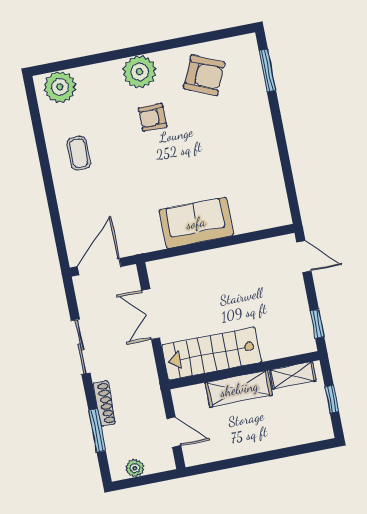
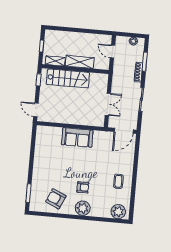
stairs: (212, 354) -> (68, 78), moved

